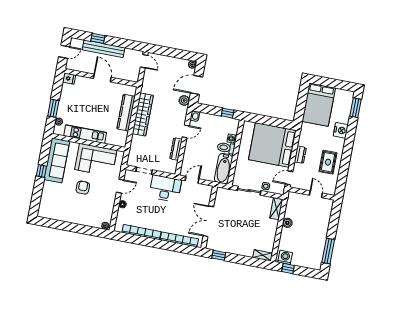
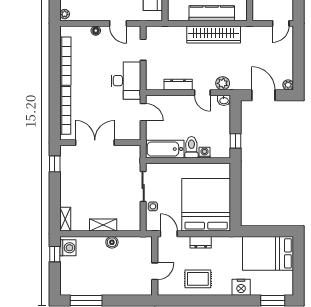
plant: (184, 101) -> (223, 83), moved
shelving: (276, 209) -> (103, 225), moved

